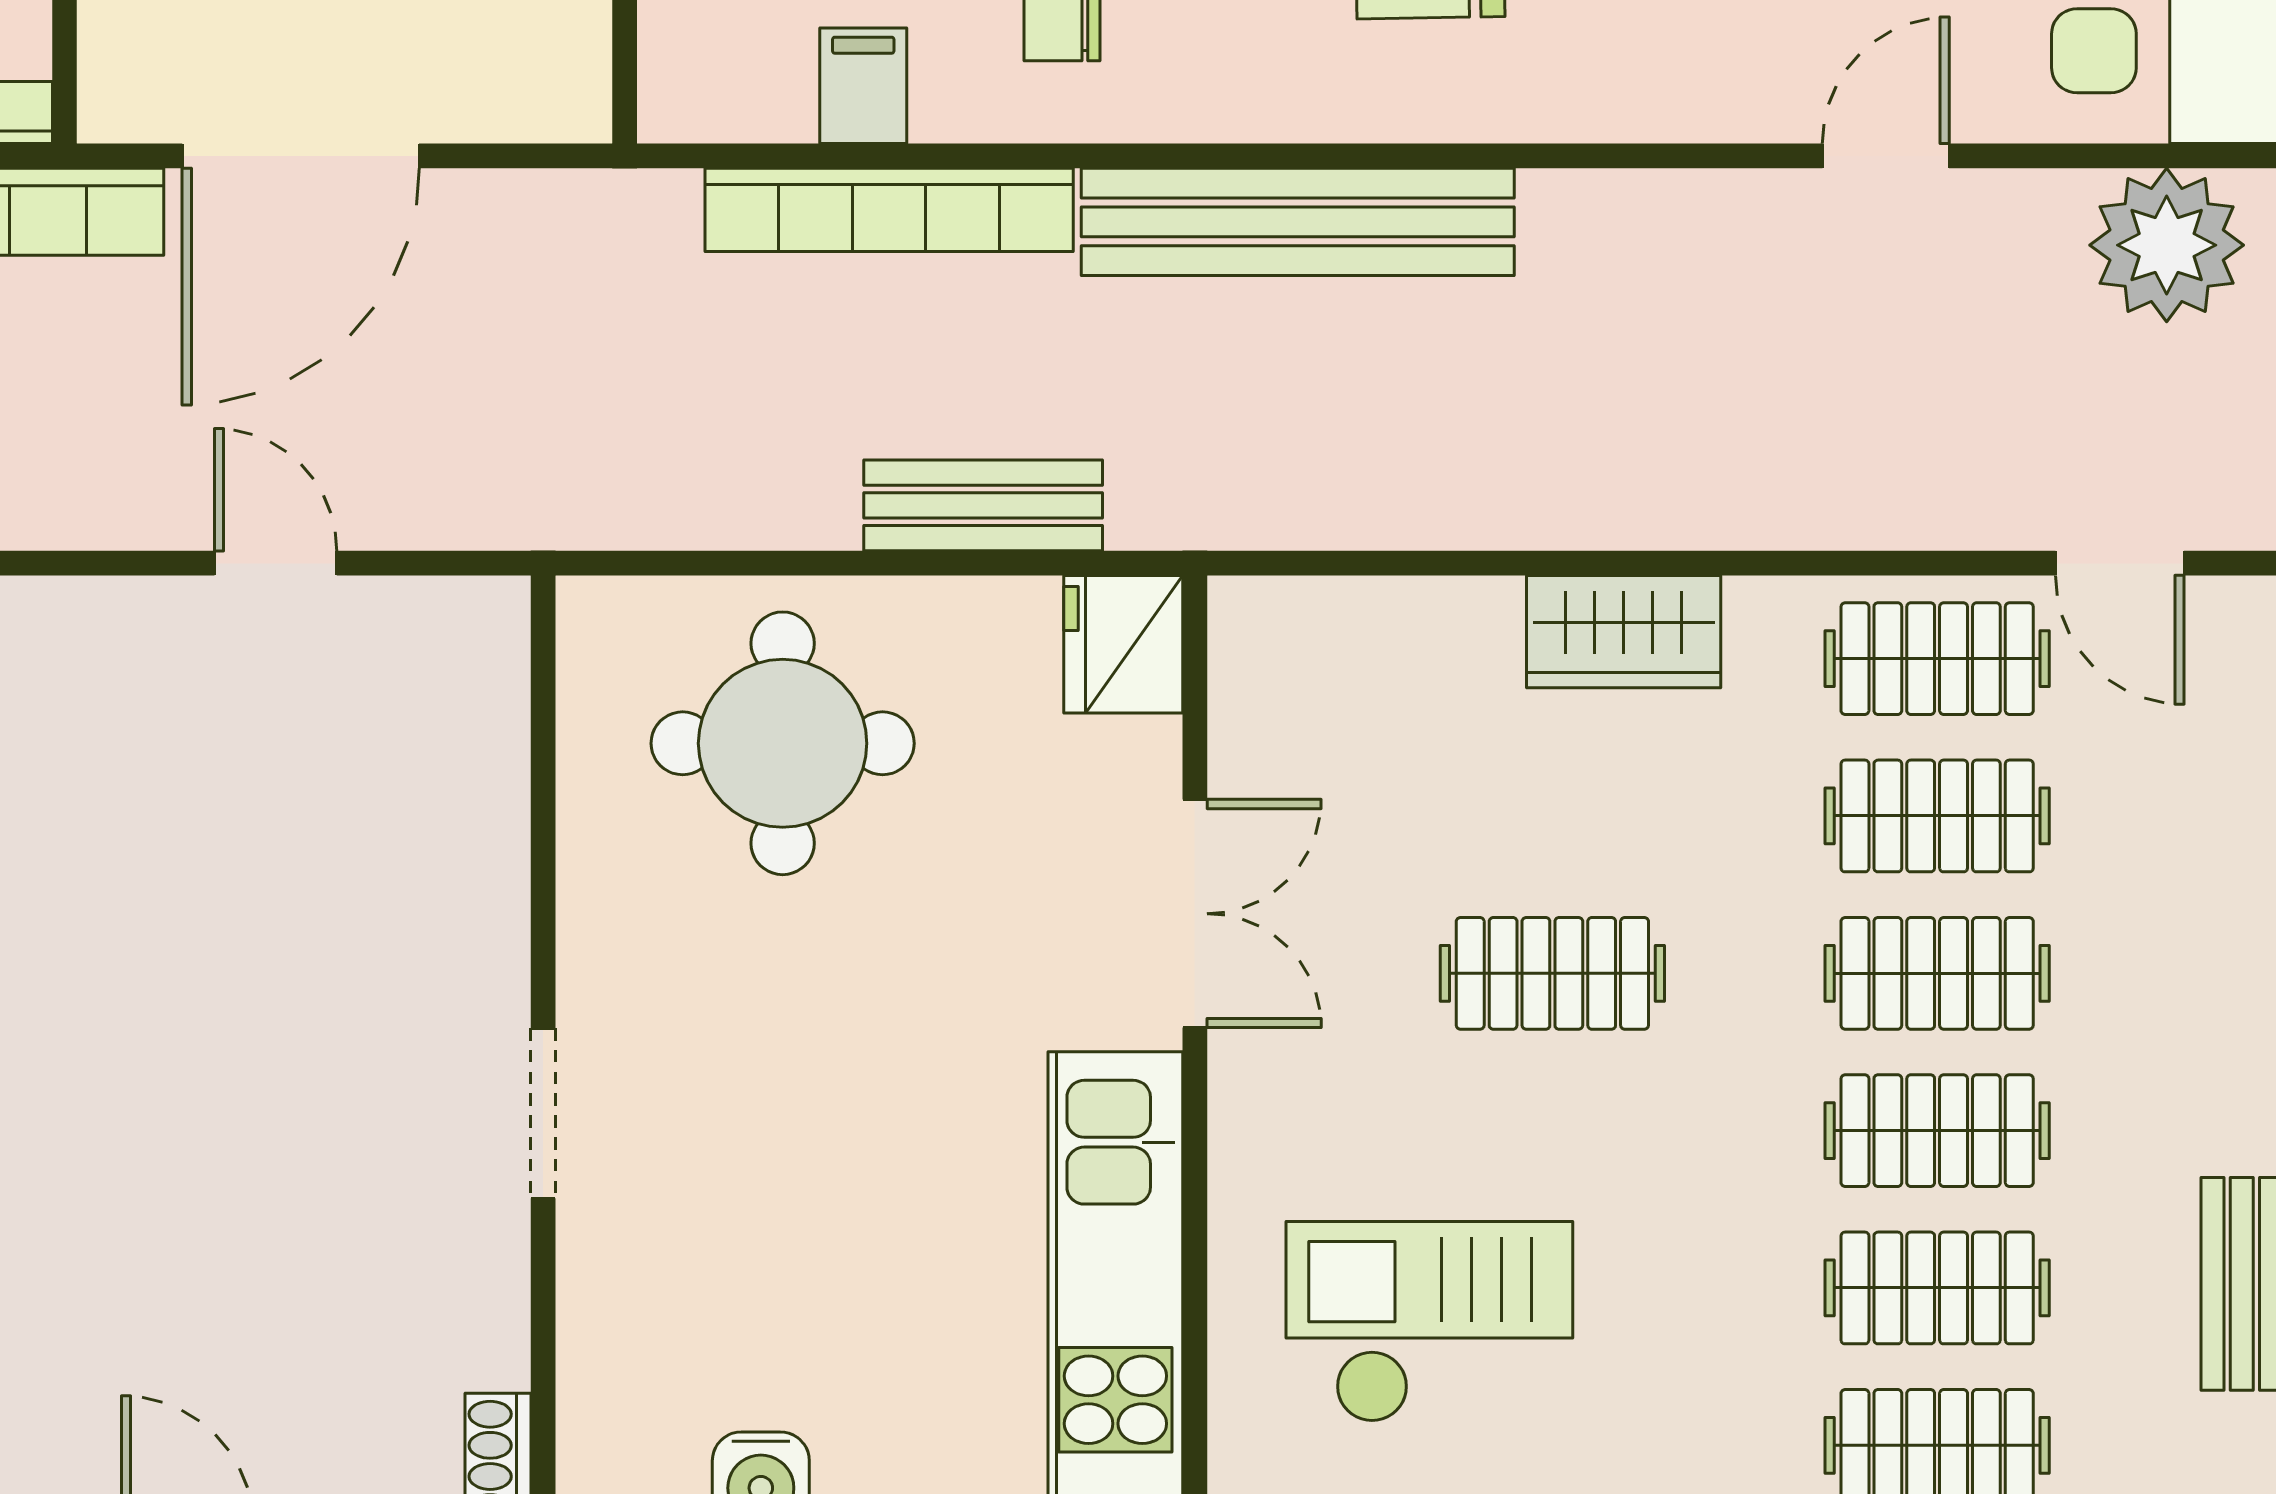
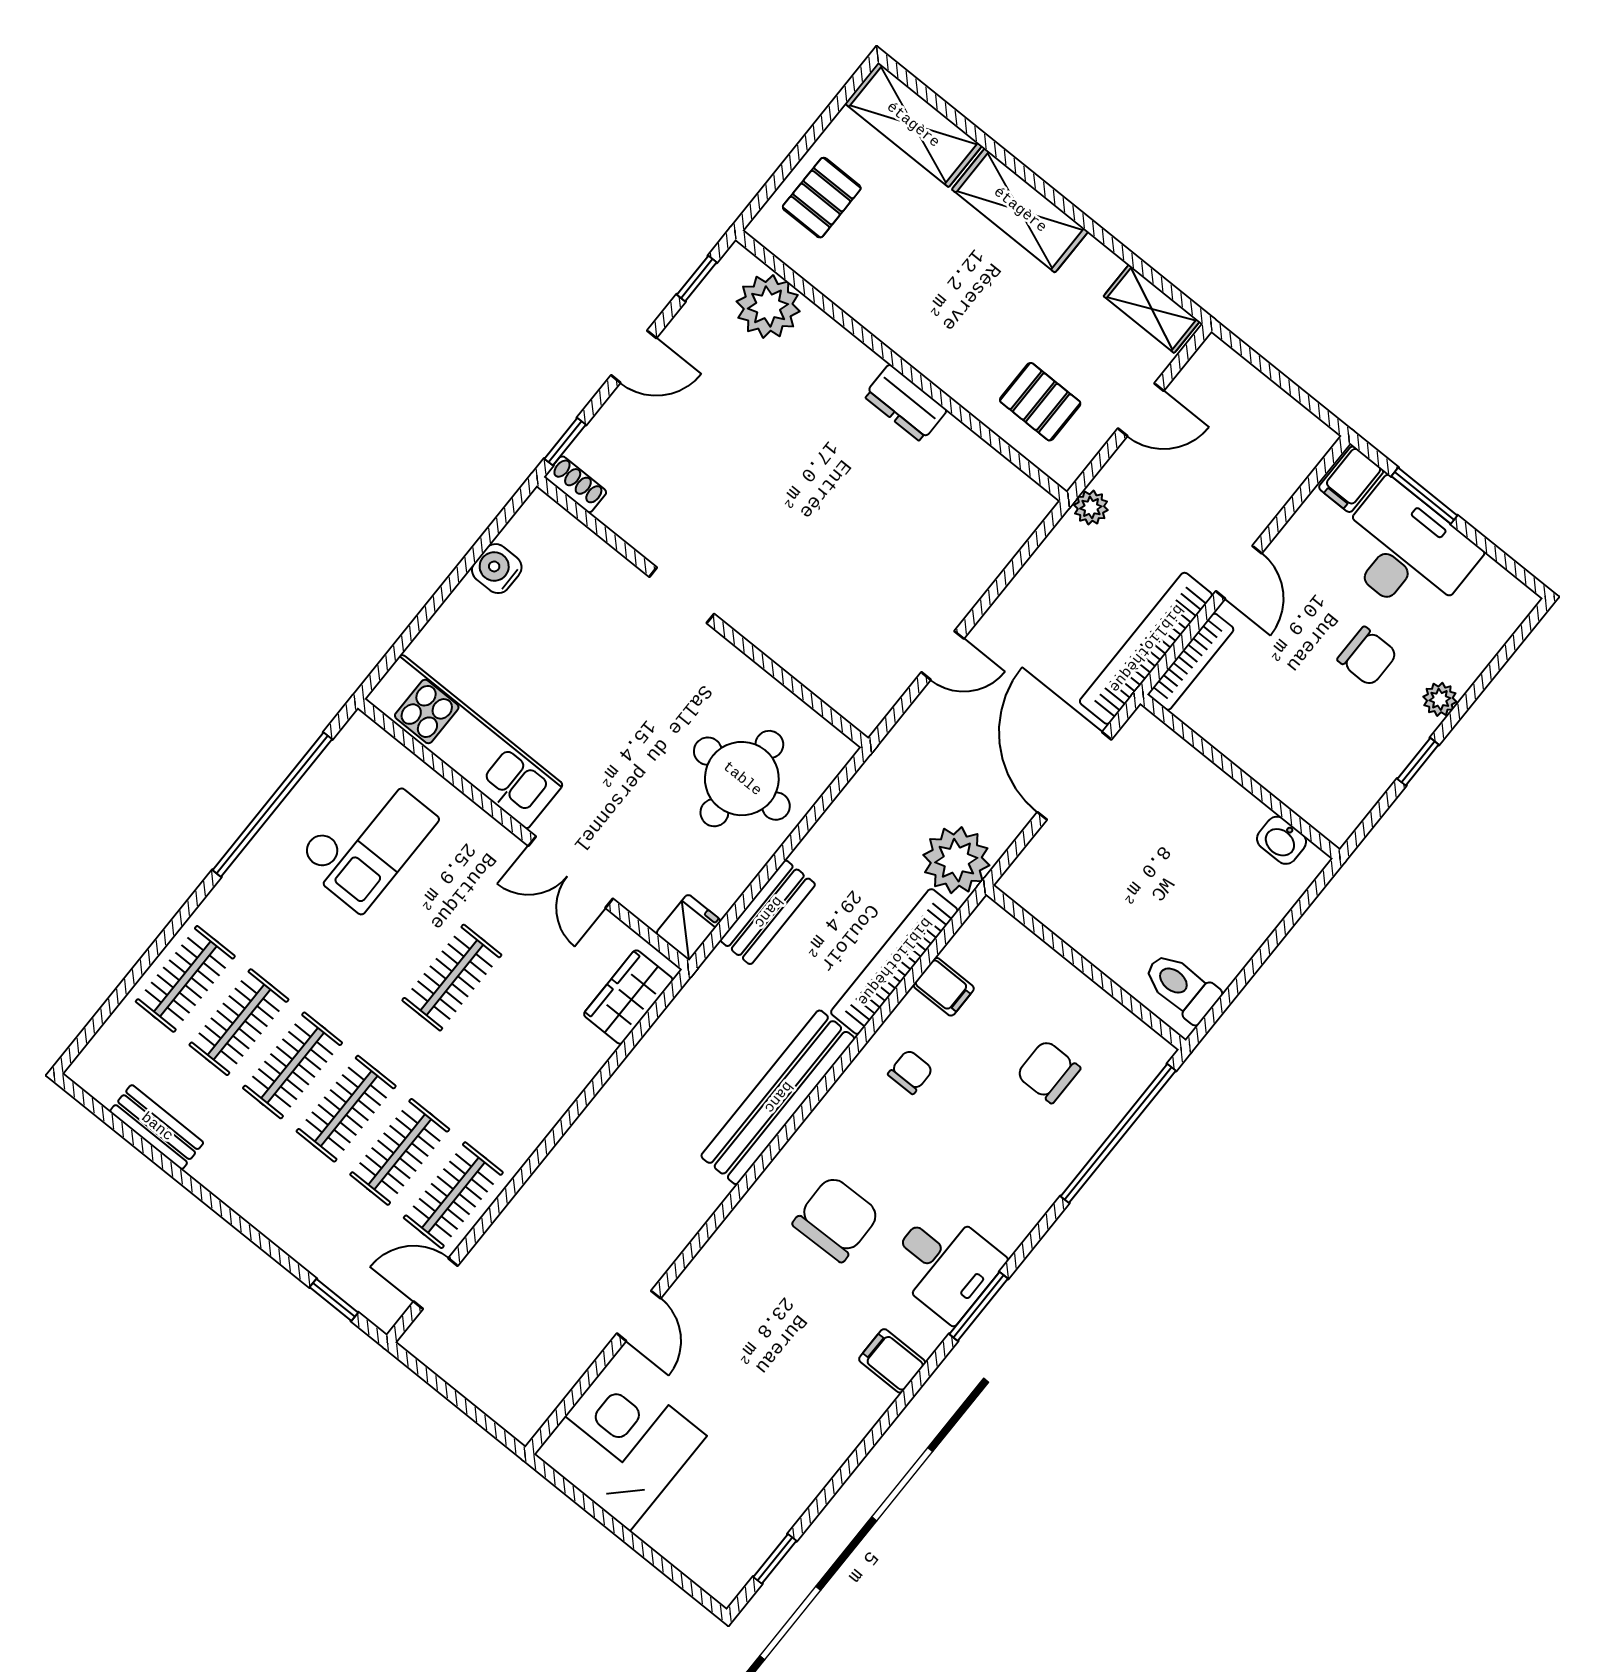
plant: (2167, 245) -> (956, 860), moved
wardrobe: (1624, 632) -> (628, 997), moved
fridge: (1123, 644) -> (688, 927), width x0.72

